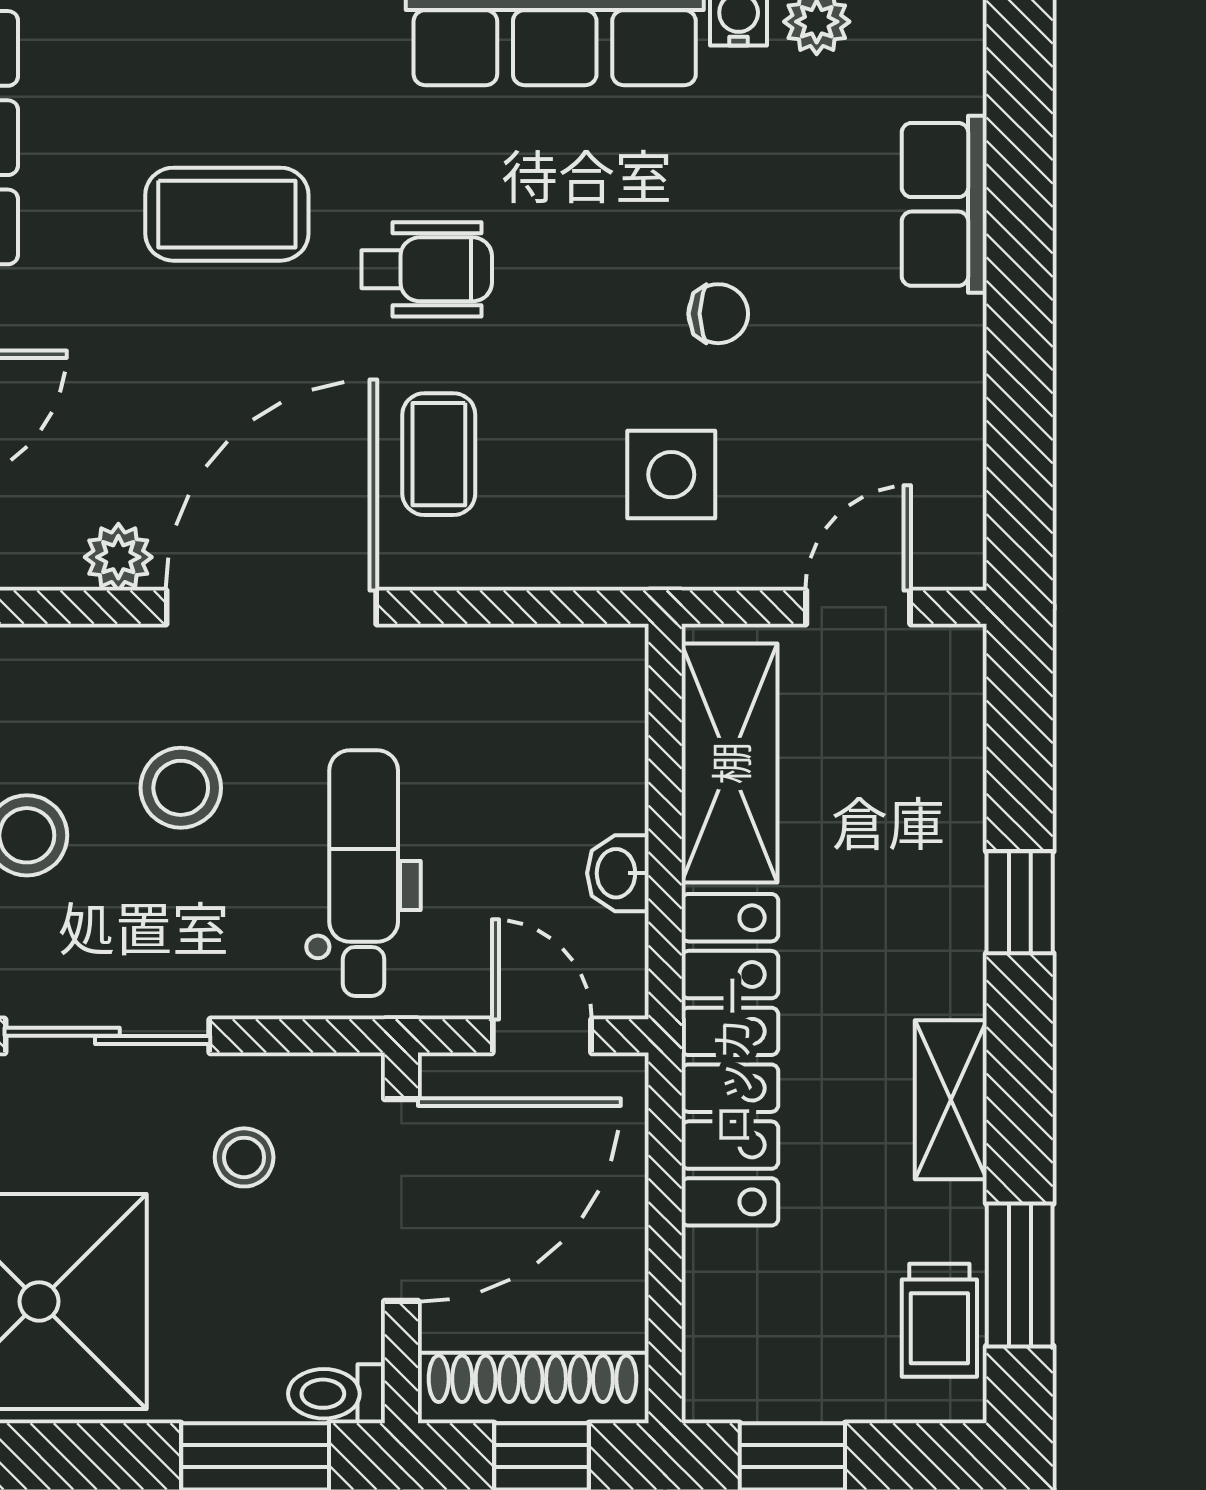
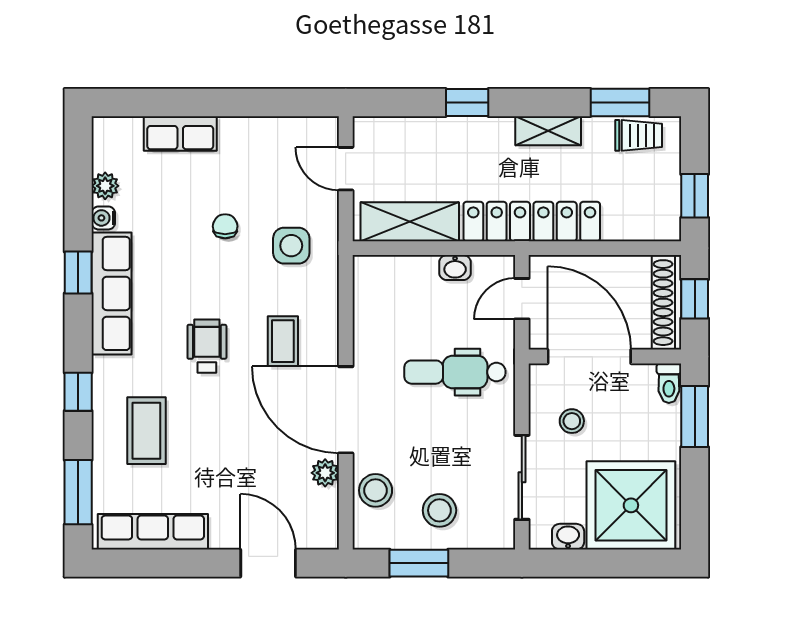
coffee table: (227, 214) -> (146, 431), moved
coffee table: (439, 454) -> (283, 341), turned 90
stool: (181, 788) -> (376, 490), moved

